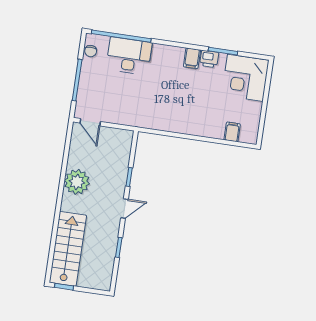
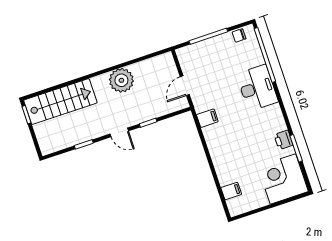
desk: (129, 56) -> (257, 88), moved
filing cabinet: (192, 58) -> (207, 118), moved, turned 180
door: (90, 122) -> (185, 86), moved

